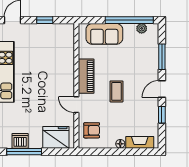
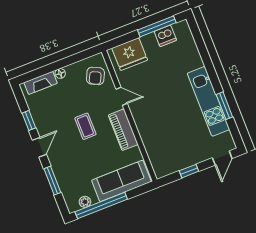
sofa: (104, 34) -> (121, 181), width x1.36
armchair: (92, 130) -> (95, 76), turned -64

